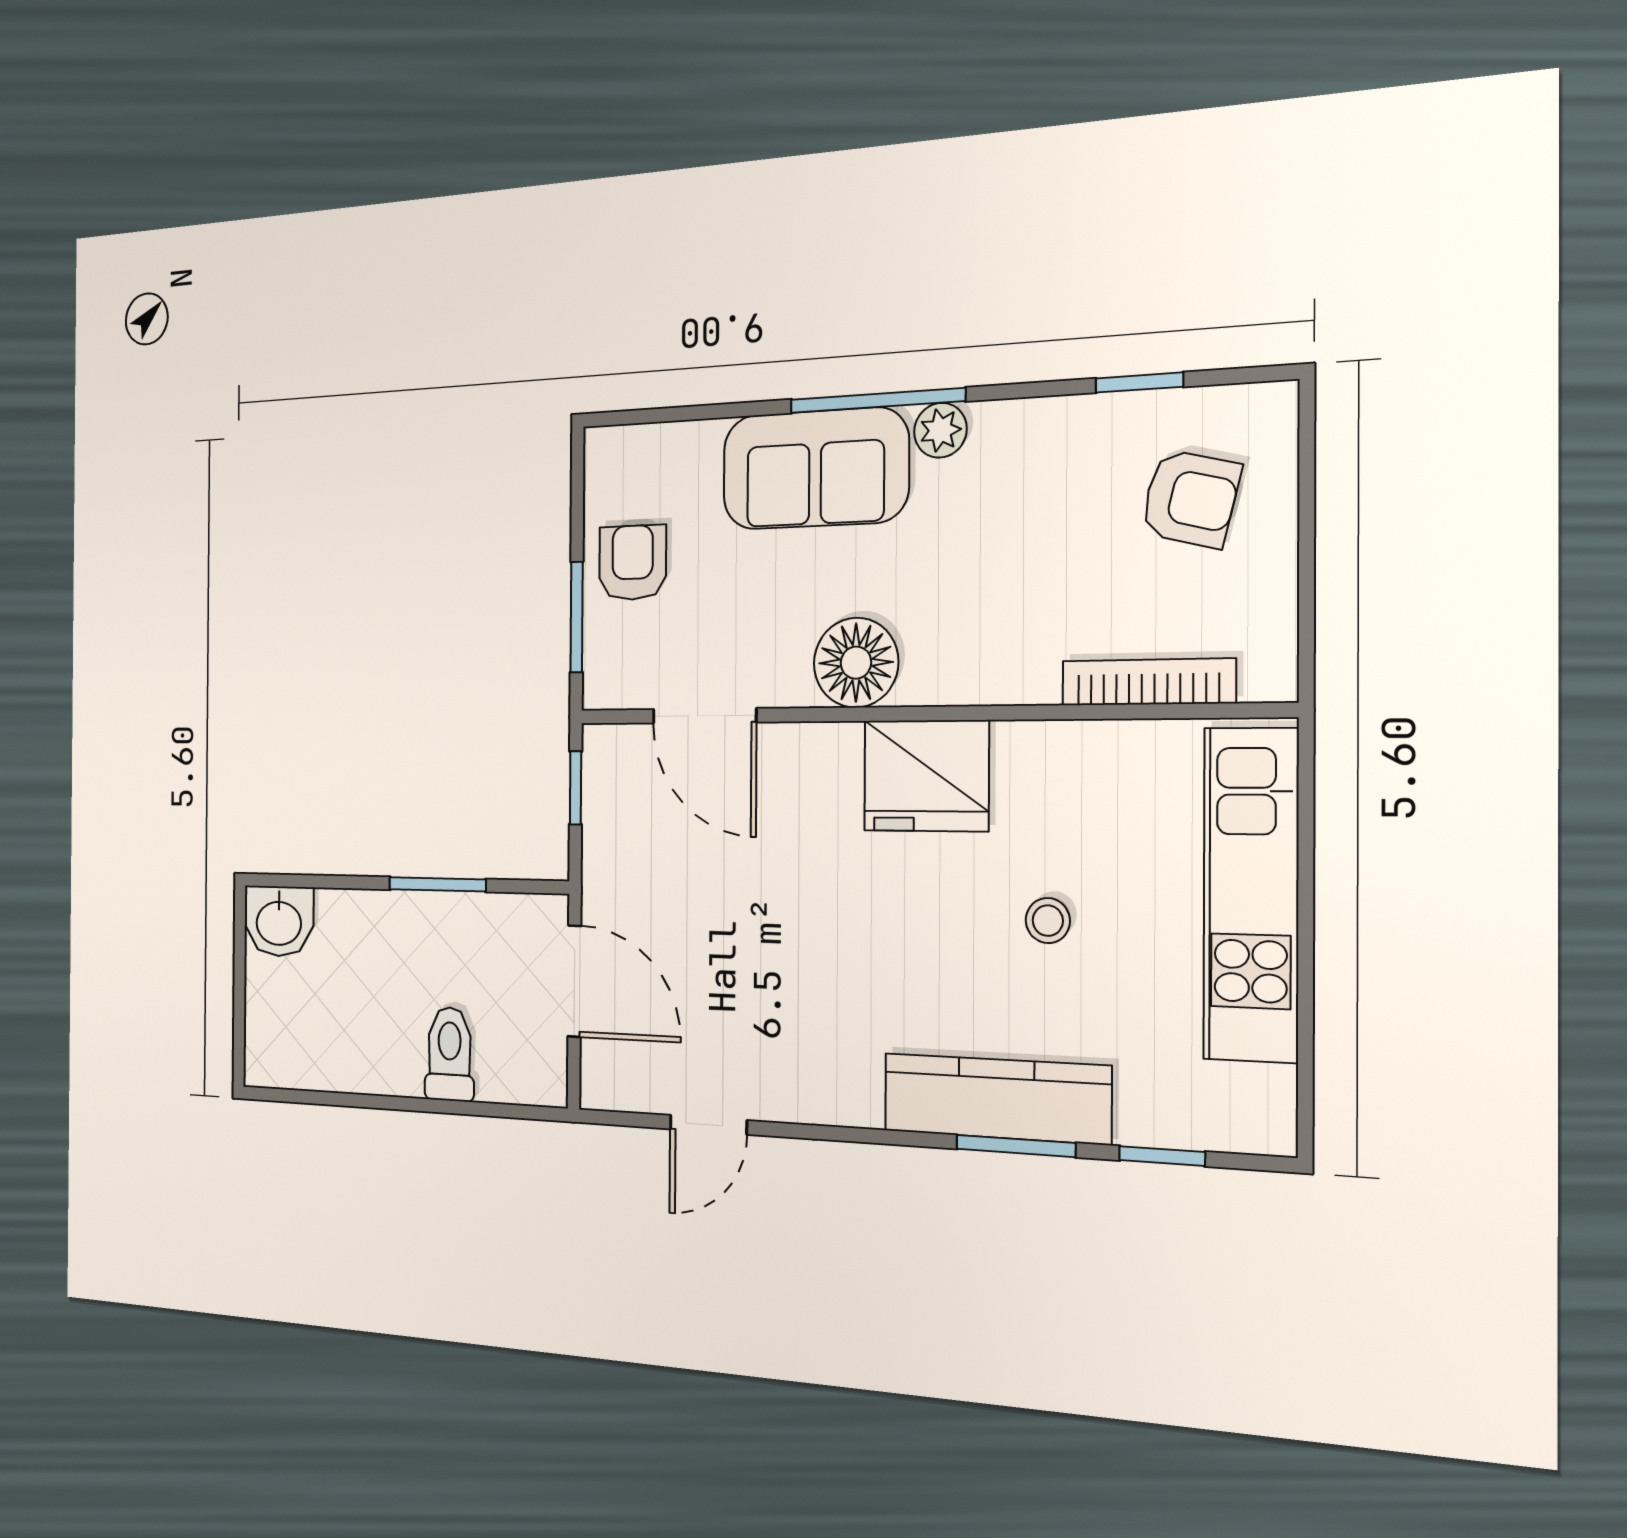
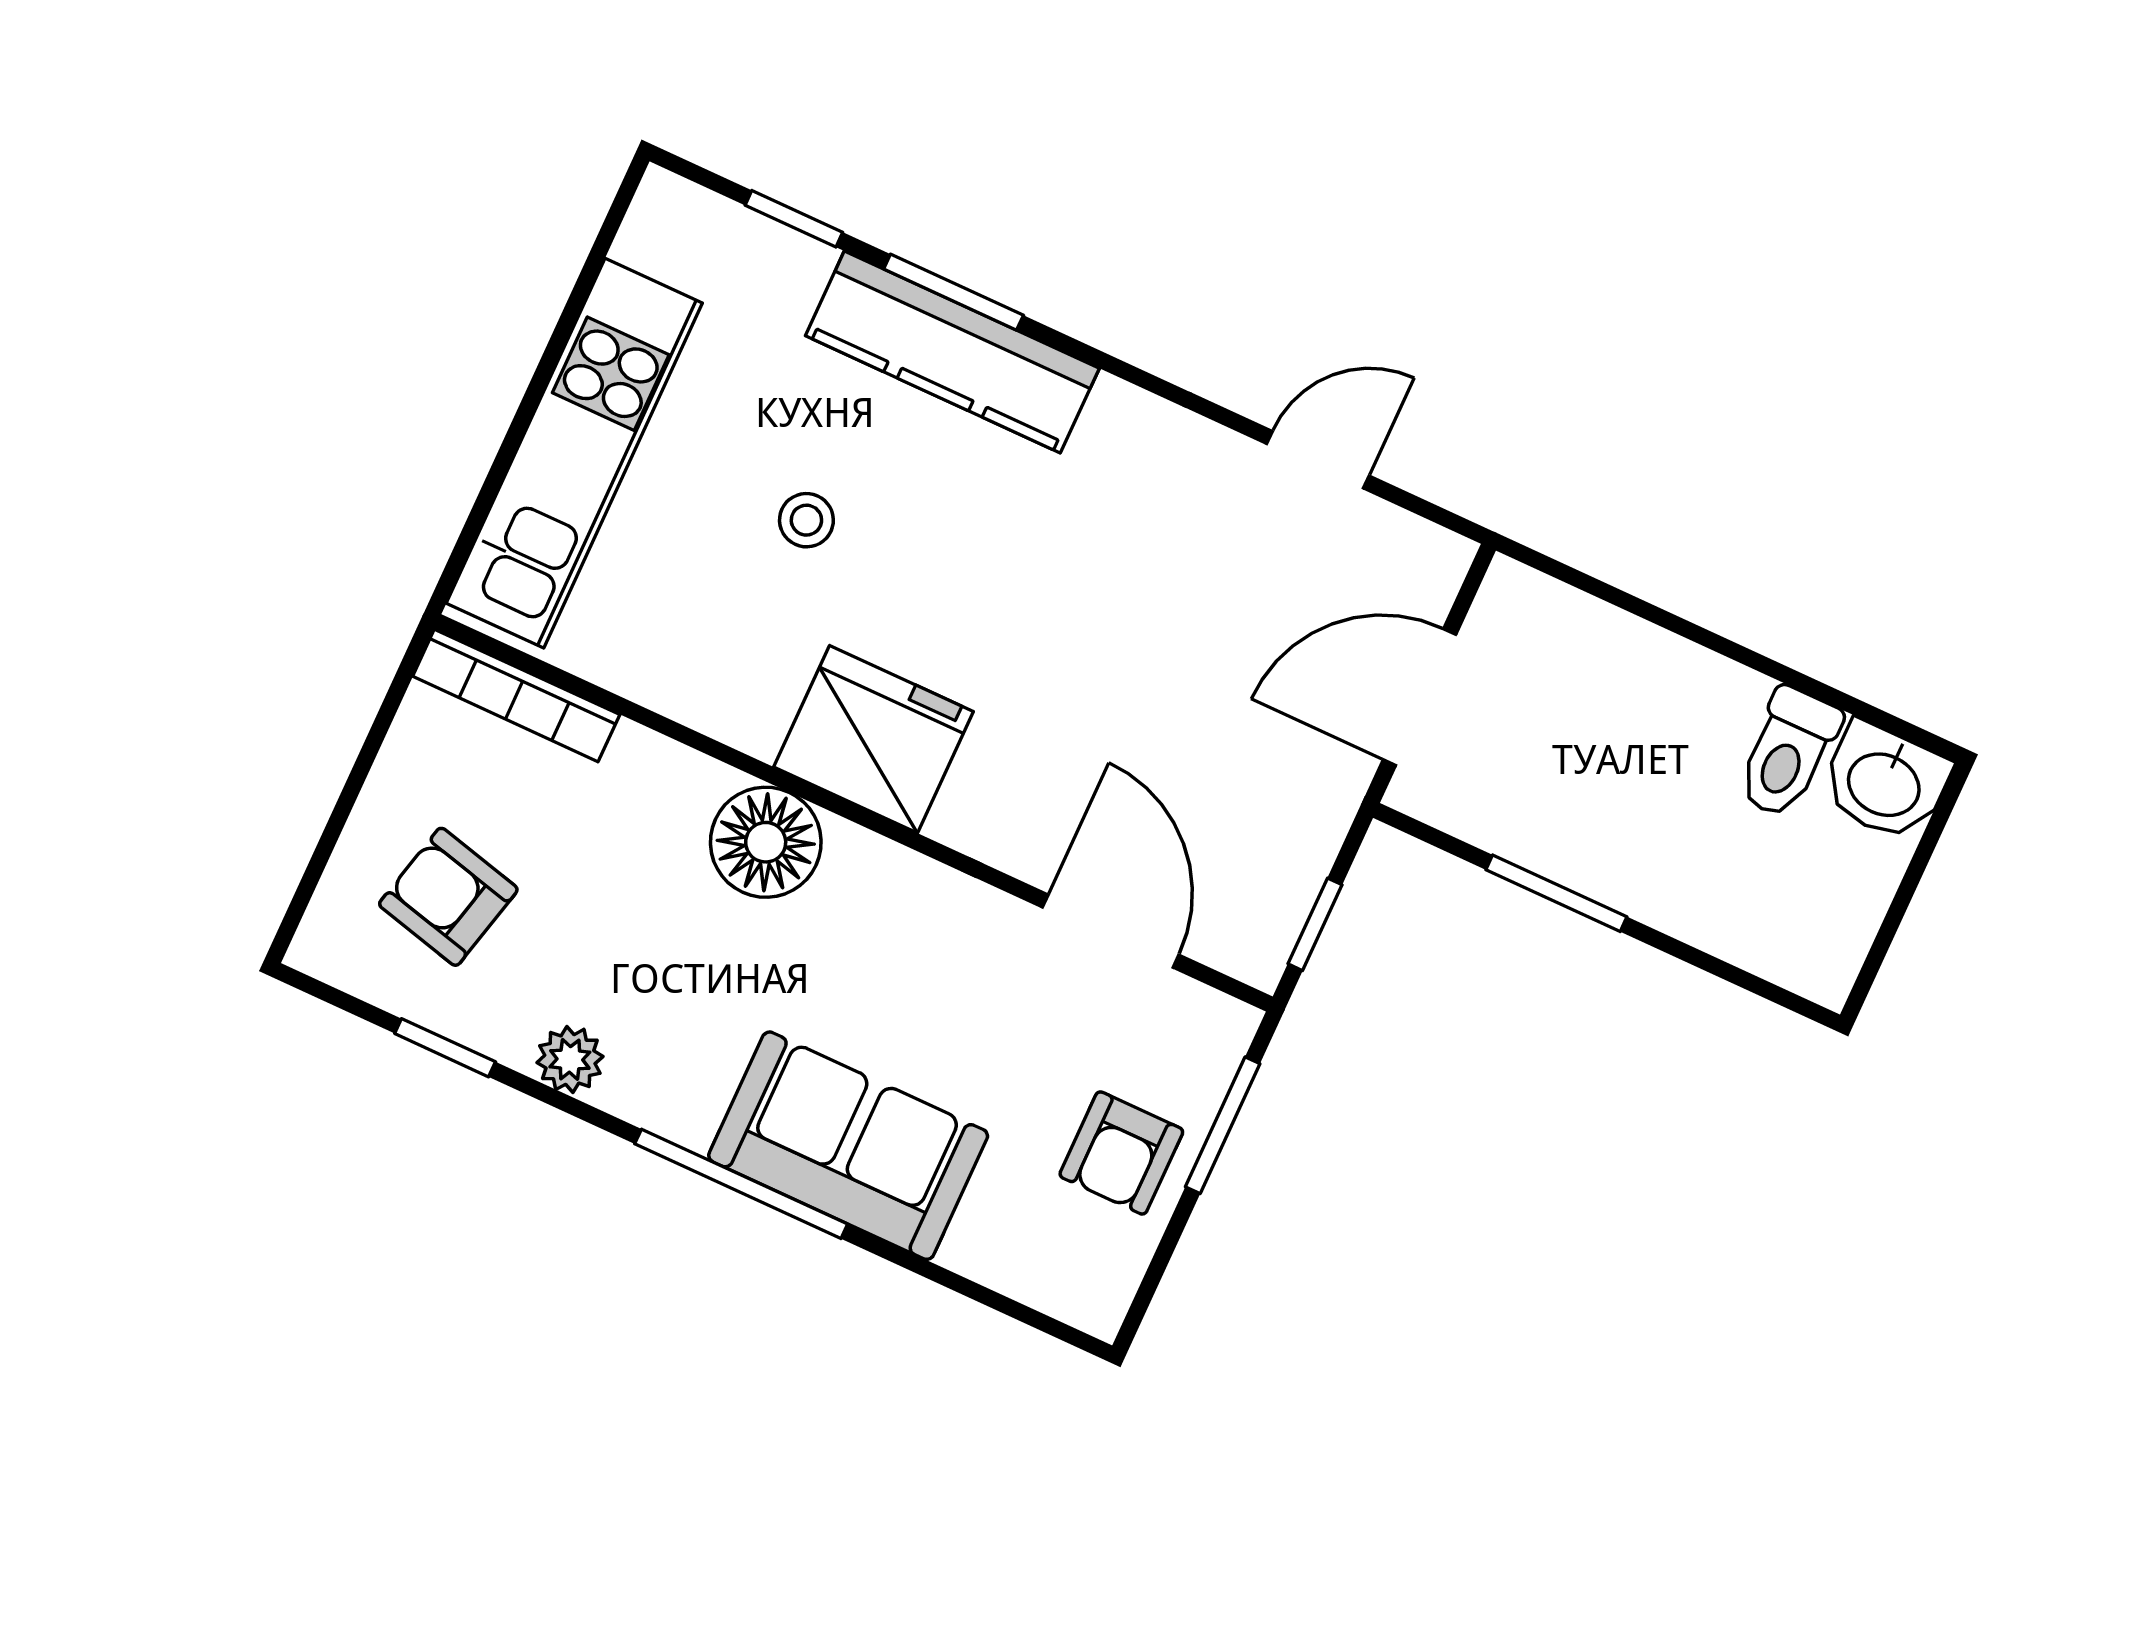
plant: (940, 430) -> (570, 1059), moved
floor lamp: (856, 663) -> (766, 842), moved
bookcase: (1148, 682) -> (516, 695), moved
washbasin: (279, 921) -> (1885, 782), moved, turned 180
door: (574, 981) -> (1419, 697), hinge flipped
toilet: (449, 1054) -> (1788, 753), moved

